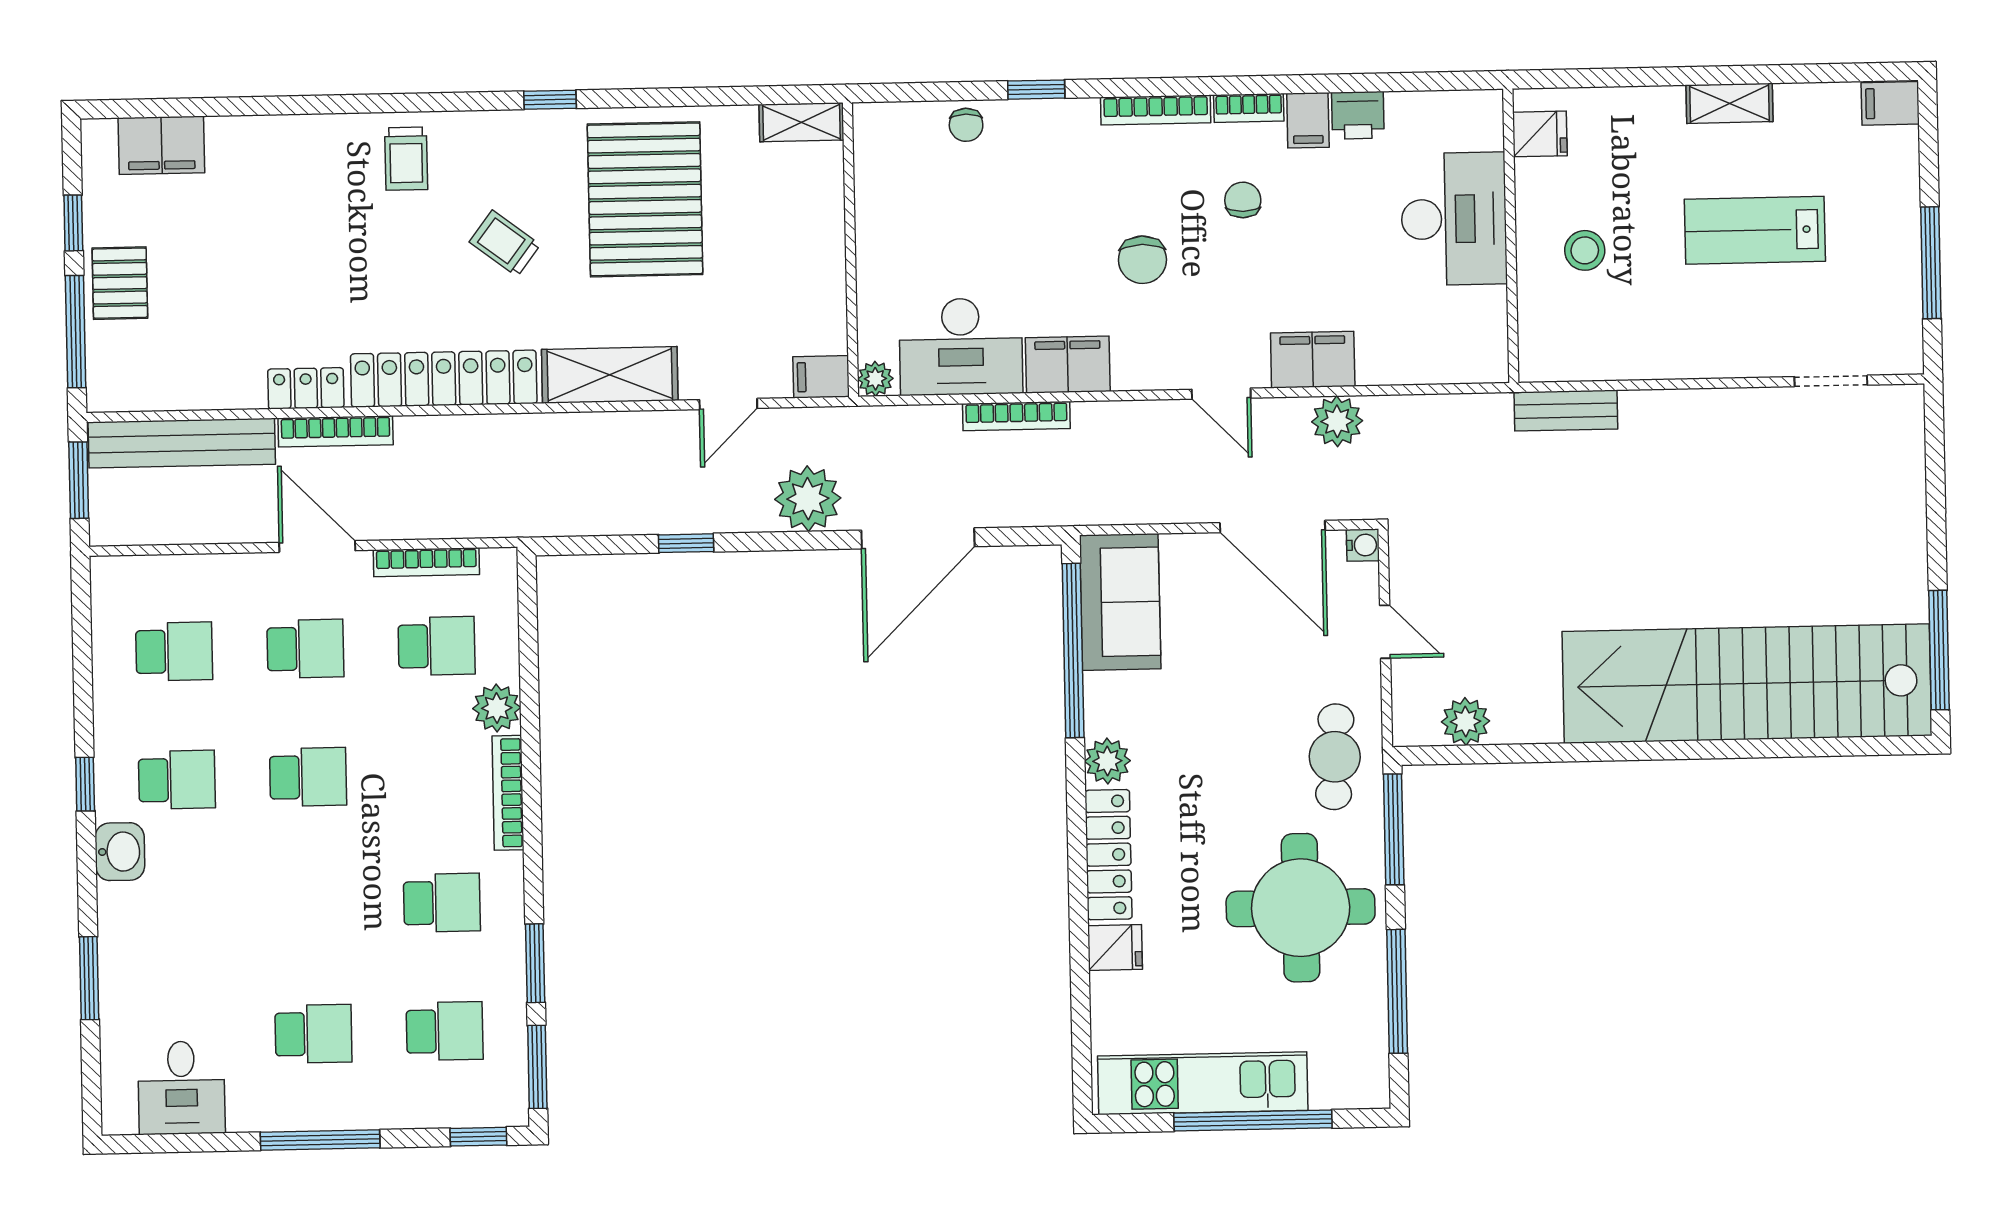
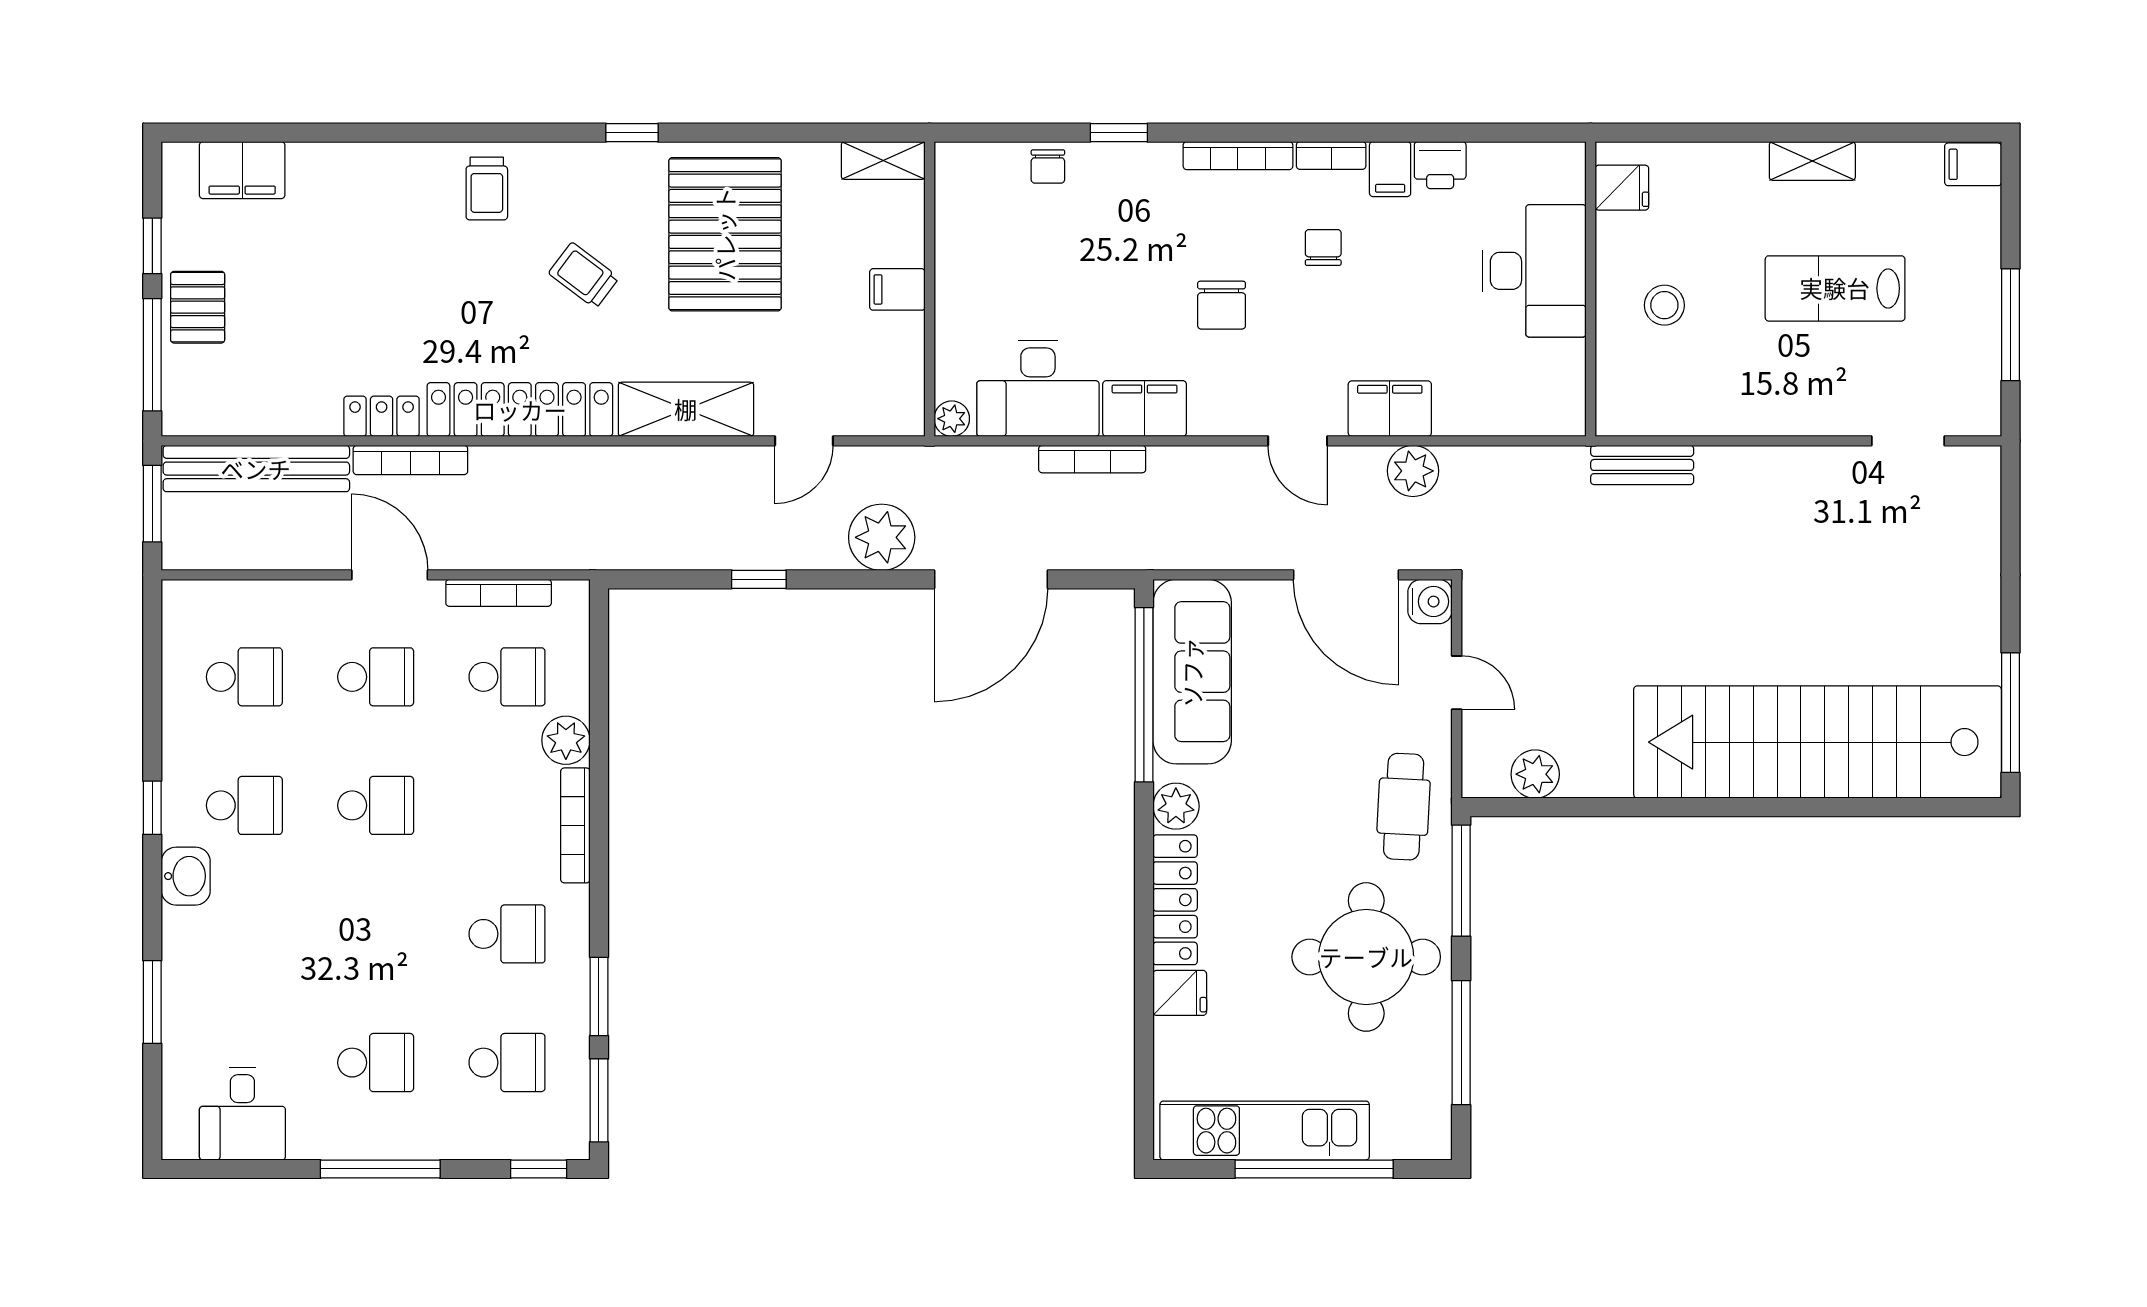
filing cabinet: (821, 377) -> (897, 289), moved
water cooler: (1363, 545) -> (1430, 602), width x1.38, depth x1.38
sofa: (1120, 602) -> (1192, 672), width x1.36

